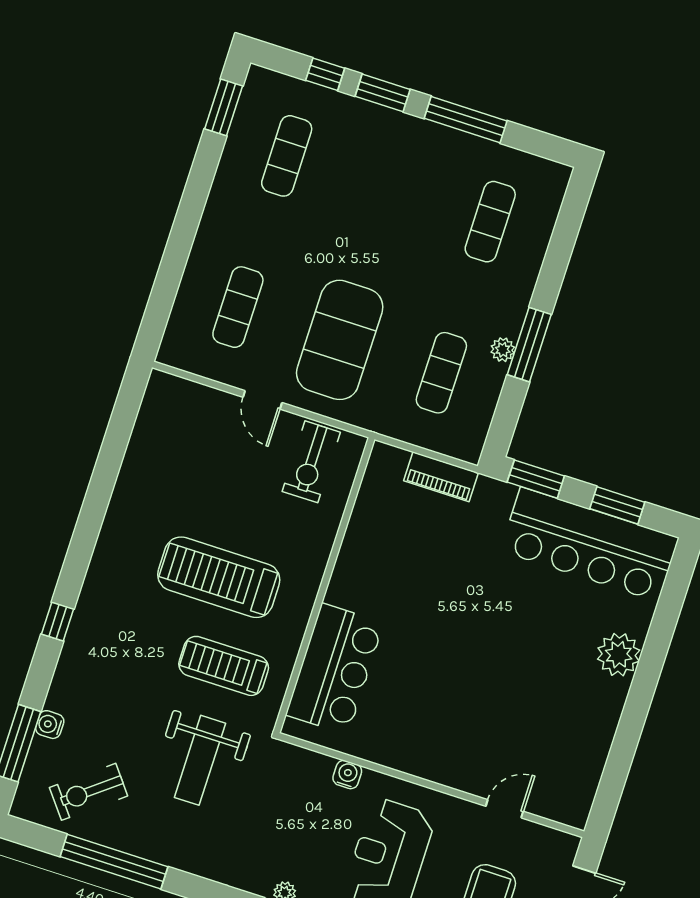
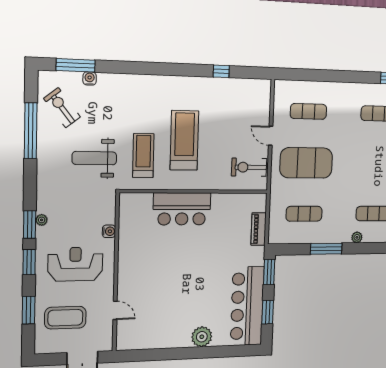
plant: (503, 350) -> (357, 237), moved
door: (262, 400) -> (271, 136), hinge flipped
window: (58, 622) -> (221, 71), moved
bar counter: (335, 669) -> (182, 209), moved

